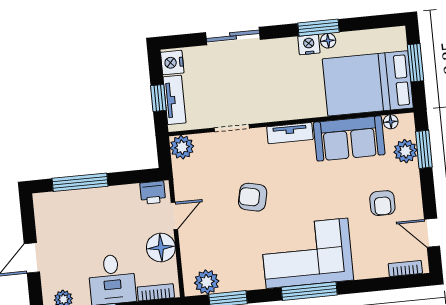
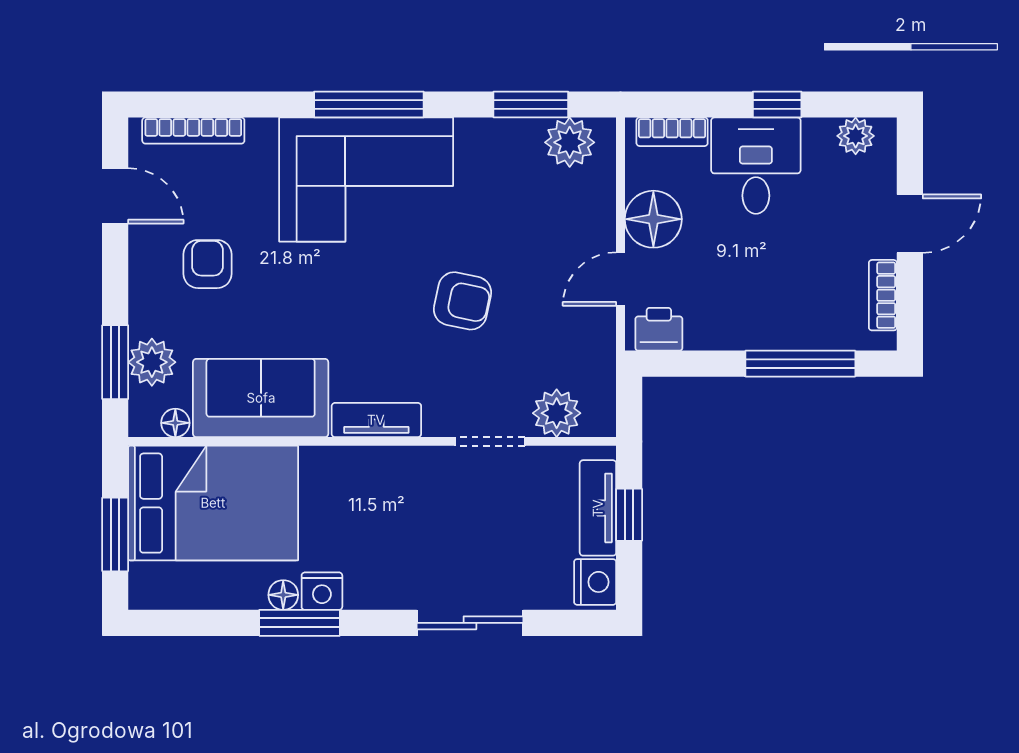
plant: (182, 147) -> (557, 413), moved
bookcase: (42, 221) -> (883, 295), added
bookcase: (405, 268) -> (193, 131), width x1.56

